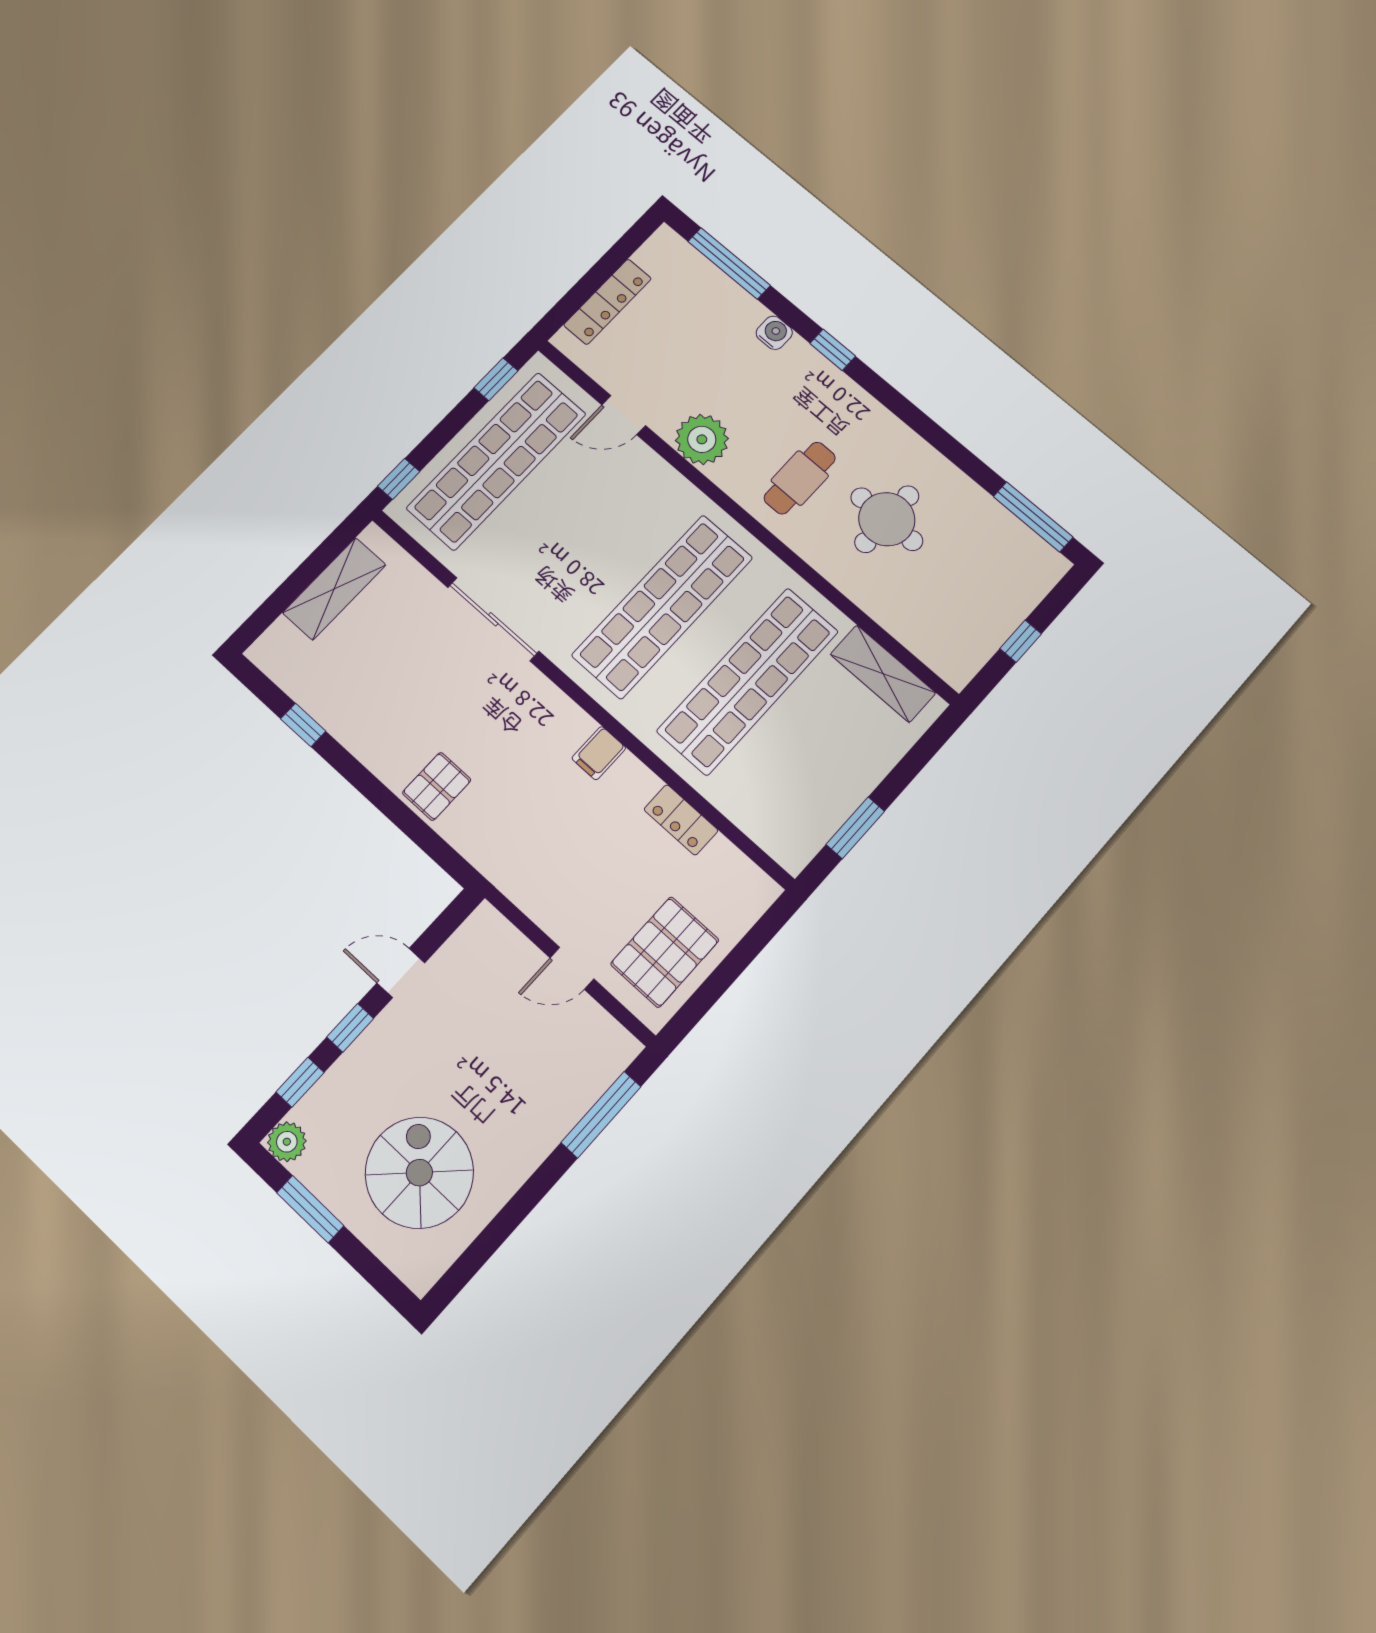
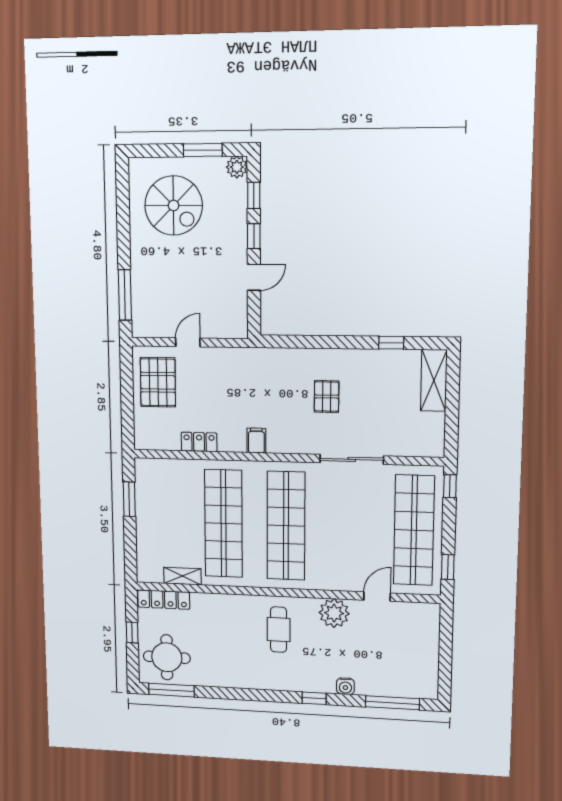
locker: (608, 302) -> (164, 600), moved, turned -90
round table: (887, 519) -> (167, 657), moved
shelving: (334, 589) -> (434, 380), moved
shelving: (883, 674) -> (183, 576), width x0.67, depth x0.75
pallet: (437, 786) -> (327, 397), moved

